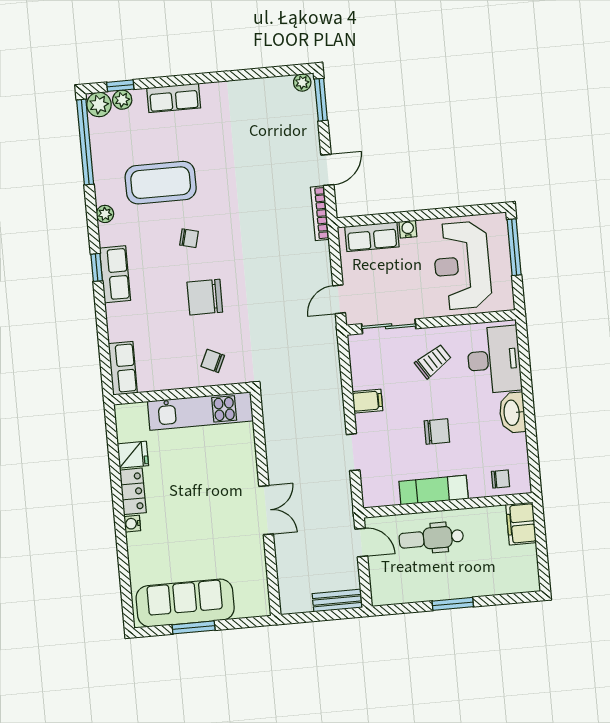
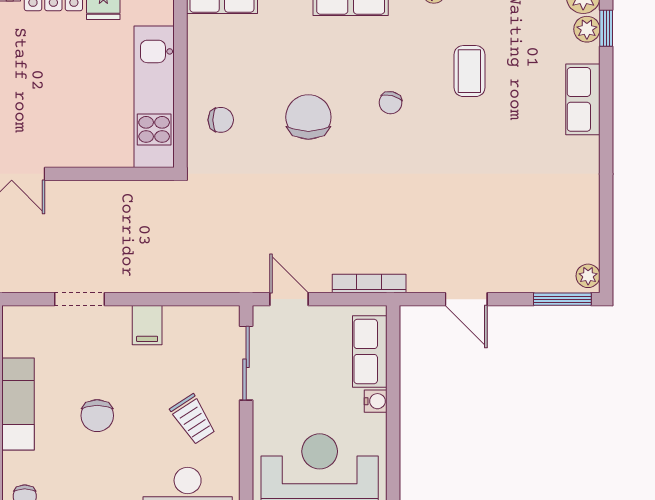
coffee table: (161, 183) -> (469, 71), width x0.54, depth x0.58
bookcase: (320, 213) -> (369, 284), moved
chair: (213, 361) -> (221, 120), turned 65

